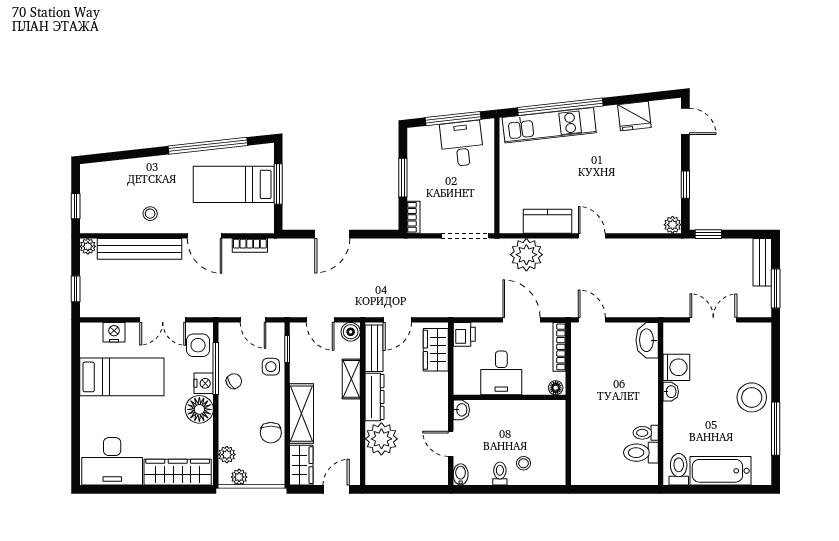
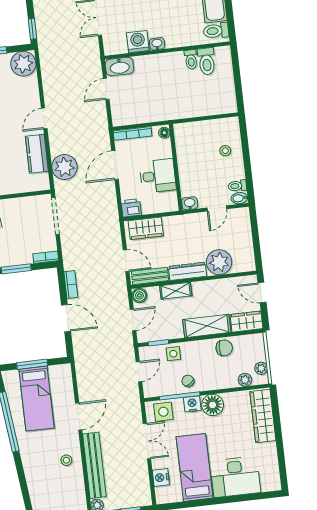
plant: (673, 225) -> (23, 64), width x1.87, depth x1.87
bookcase: (250, 245) -> (71, 285), moved
door: (592, 320) -> (106, 89), moved
desk: (112, 461) -> (235, 477), moved, turned 90
toilet: (500, 474) -> (237, 186), moved

